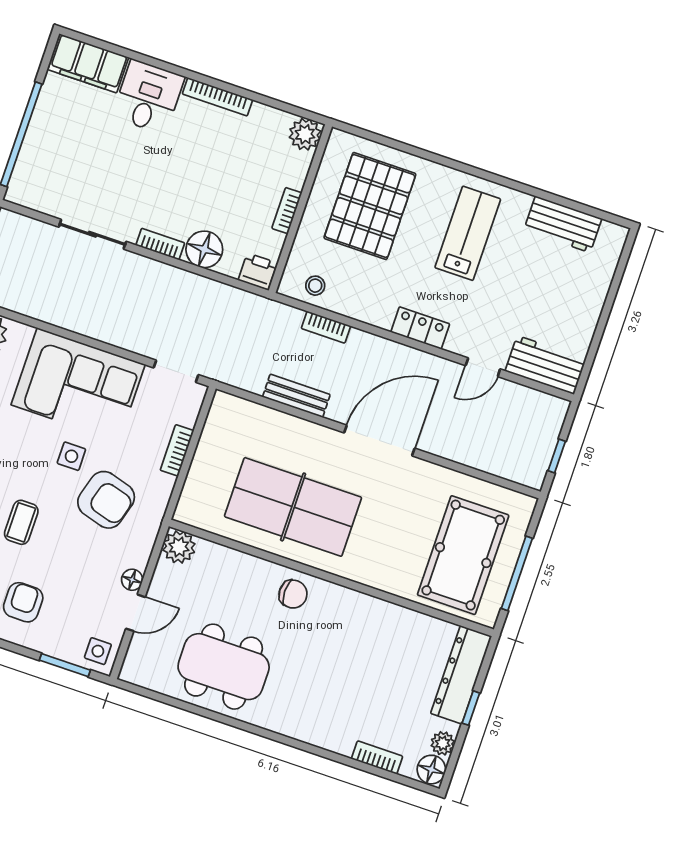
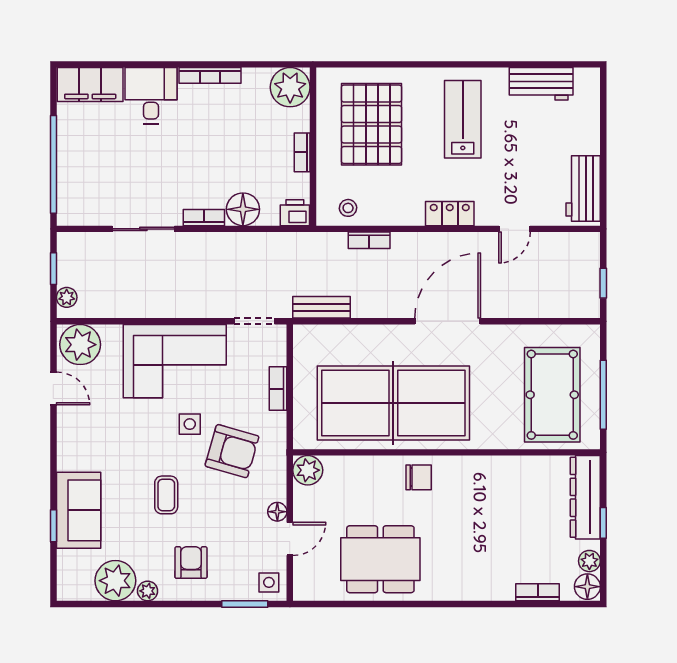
plant: (305, 134) -> (290, 87), width x1.36, depth x1.36
workbench: (546, 365) -> (583, 188), moved, turned -90
bench: (296, 396) -> (321, 307), moved
table tennis table: (293, 507) -> (393, 403), width x1.36, depth x1.32

